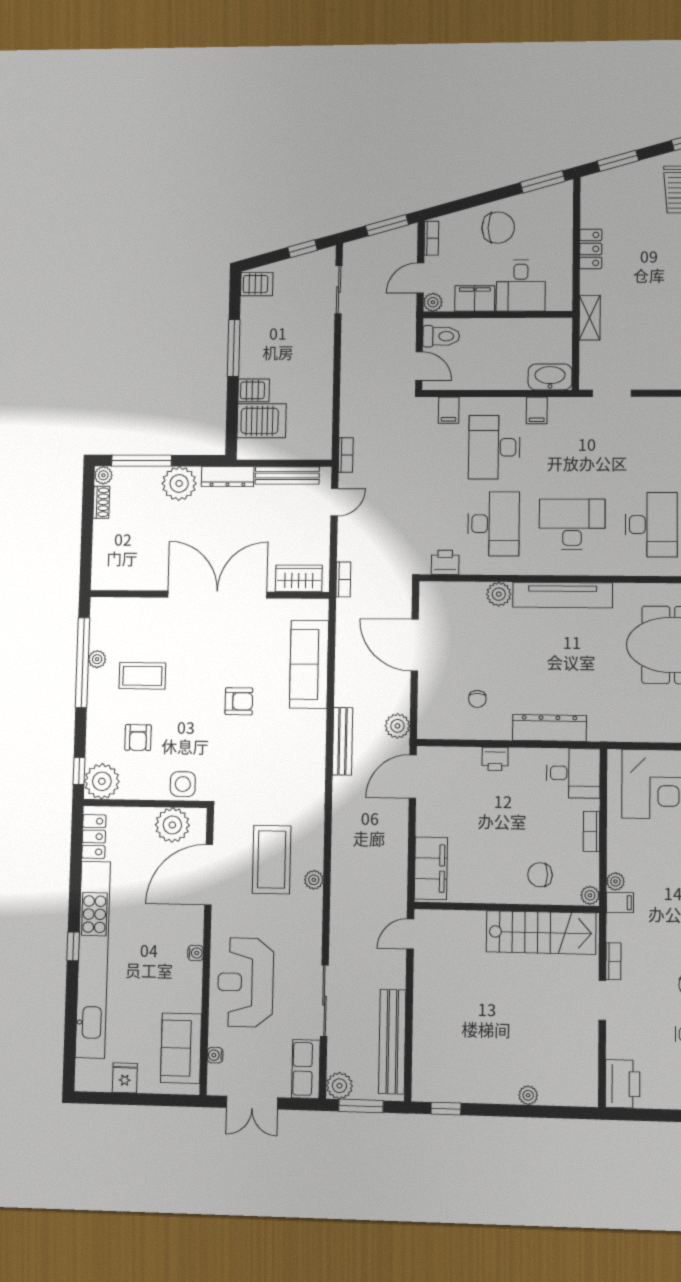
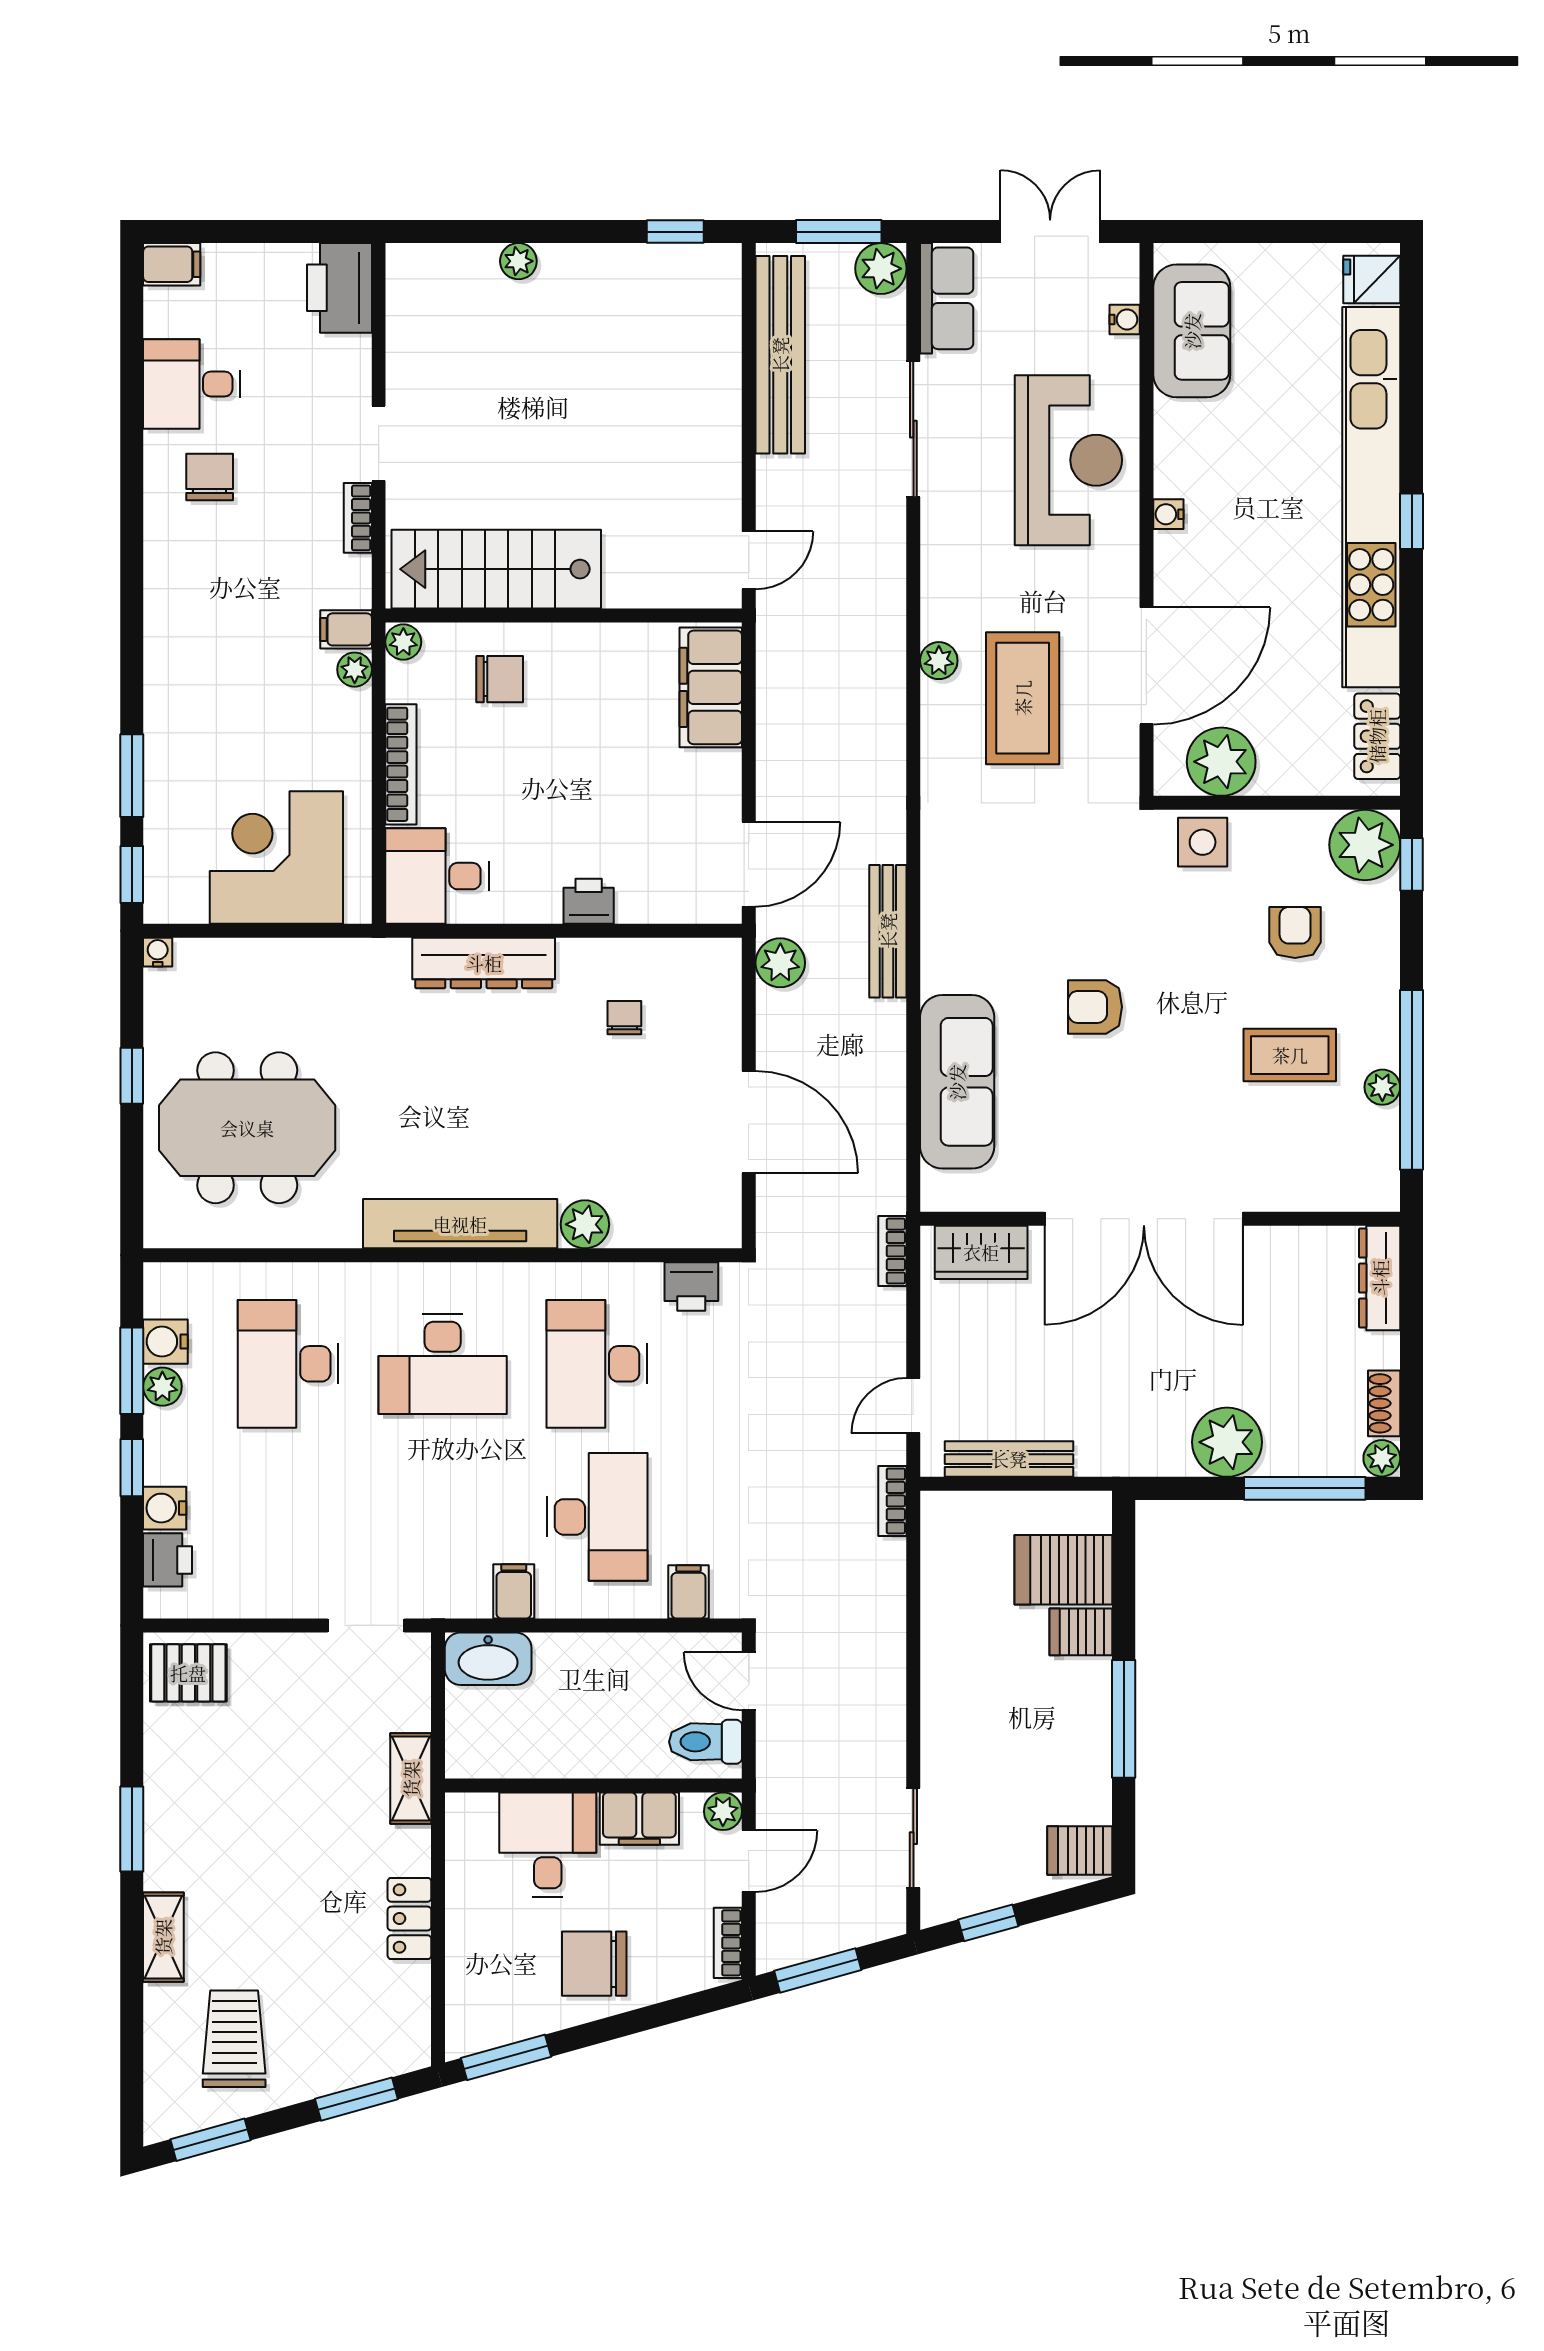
dresser: (228, 477) -> (1380, 1278), moved, turned -90
bookcase: (592, 831) -> (401, 764), width x1.56
fridge: (125, 1078) -> (1372, 280), moved, turned 90

